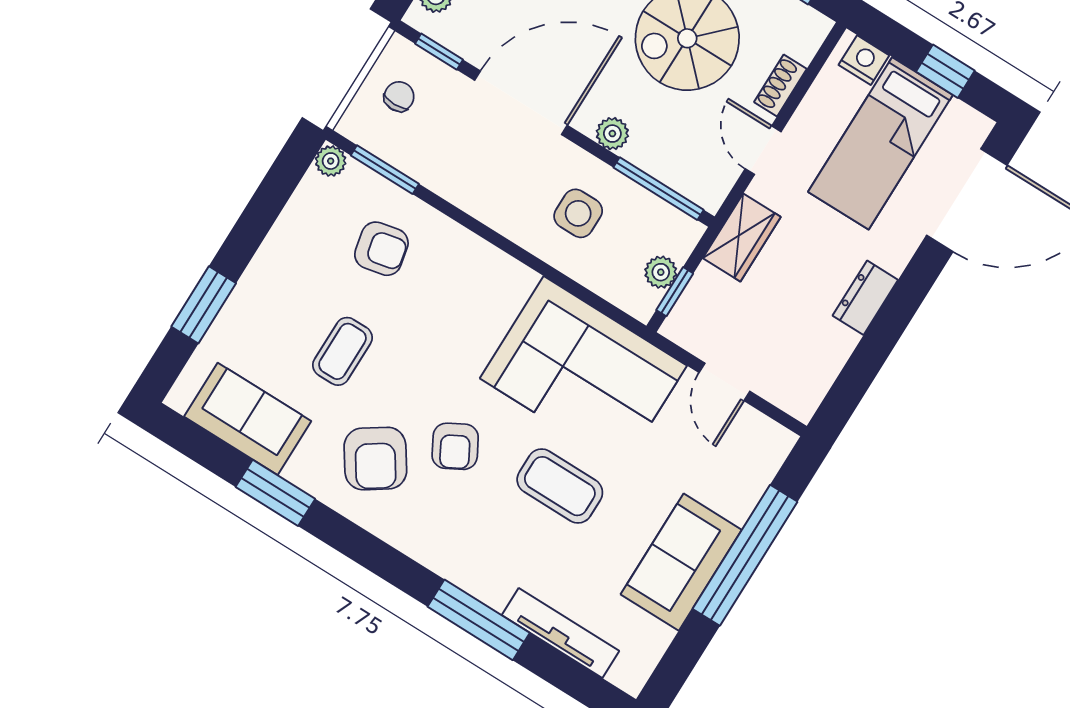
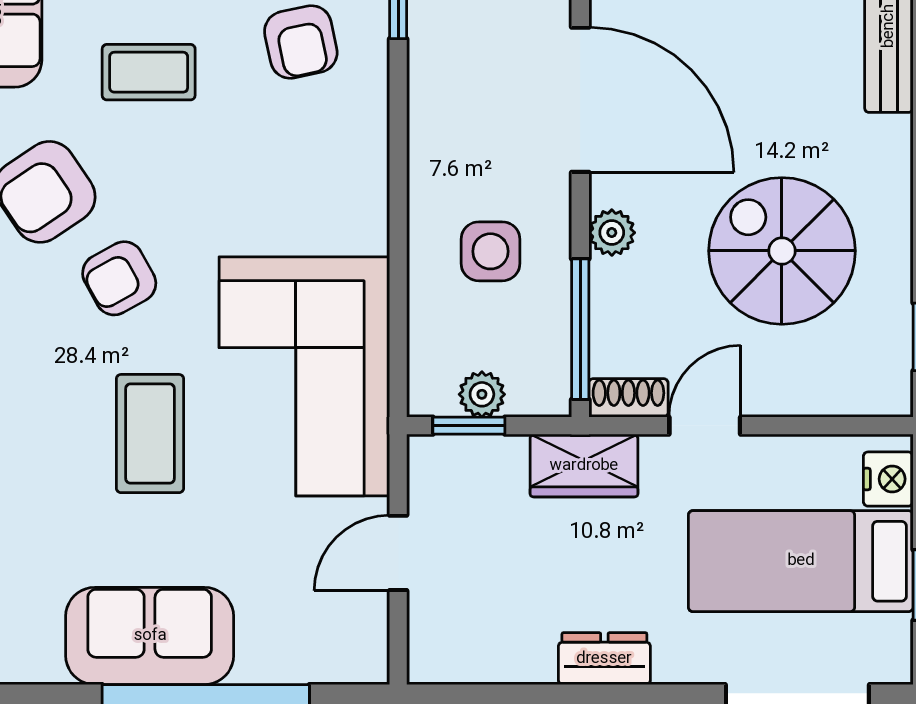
shoe rack: (780, 86) -> (628, 398), moved

